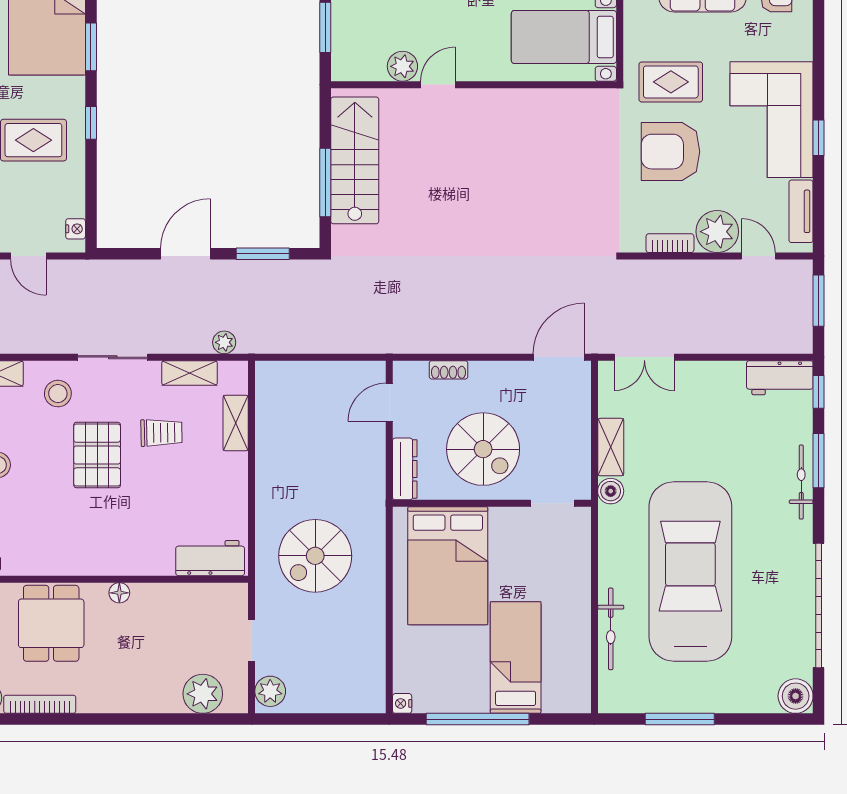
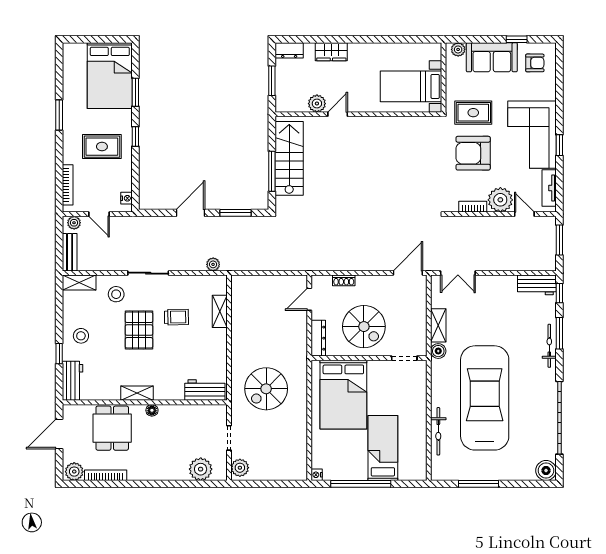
shelving: (190, 373) -> (137, 393), moved

